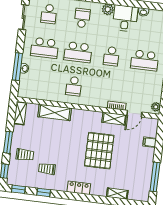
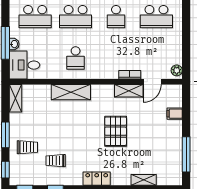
desk: (31, 87) -> (24, 65), added
shelving: (55, 112) -> (71, 92), moved
pallet: (99, 151) -> (116, 131), width x0.73, depth x0.71

